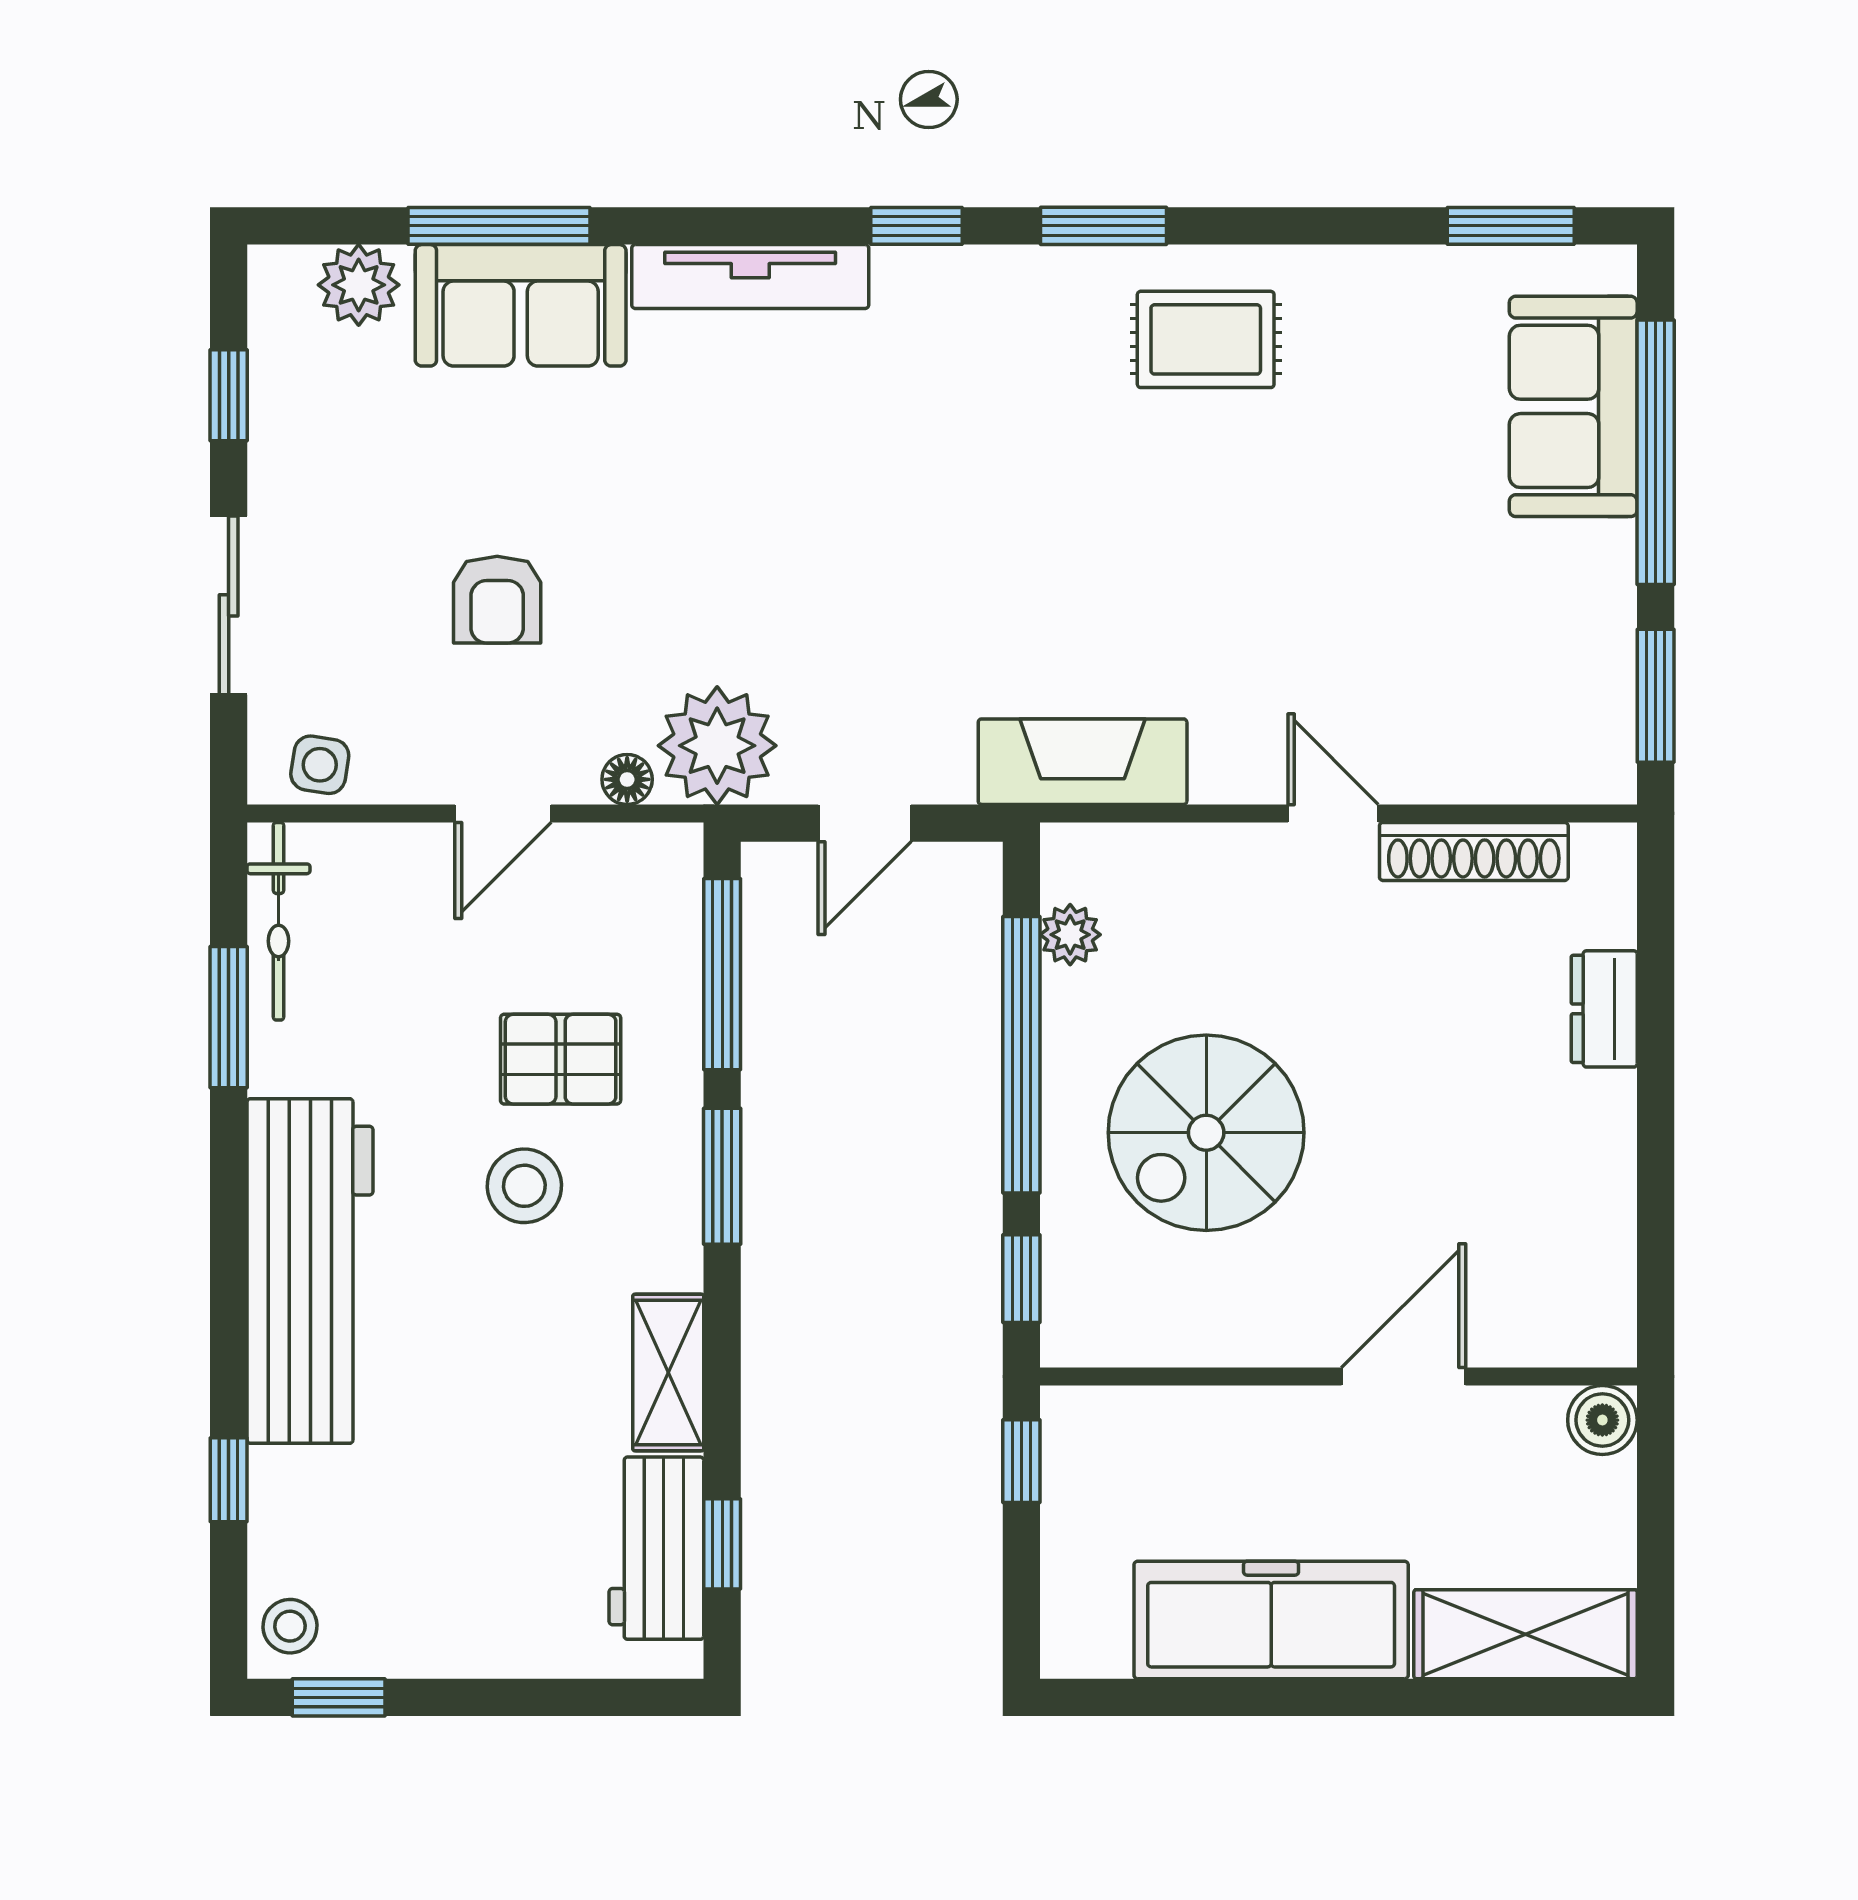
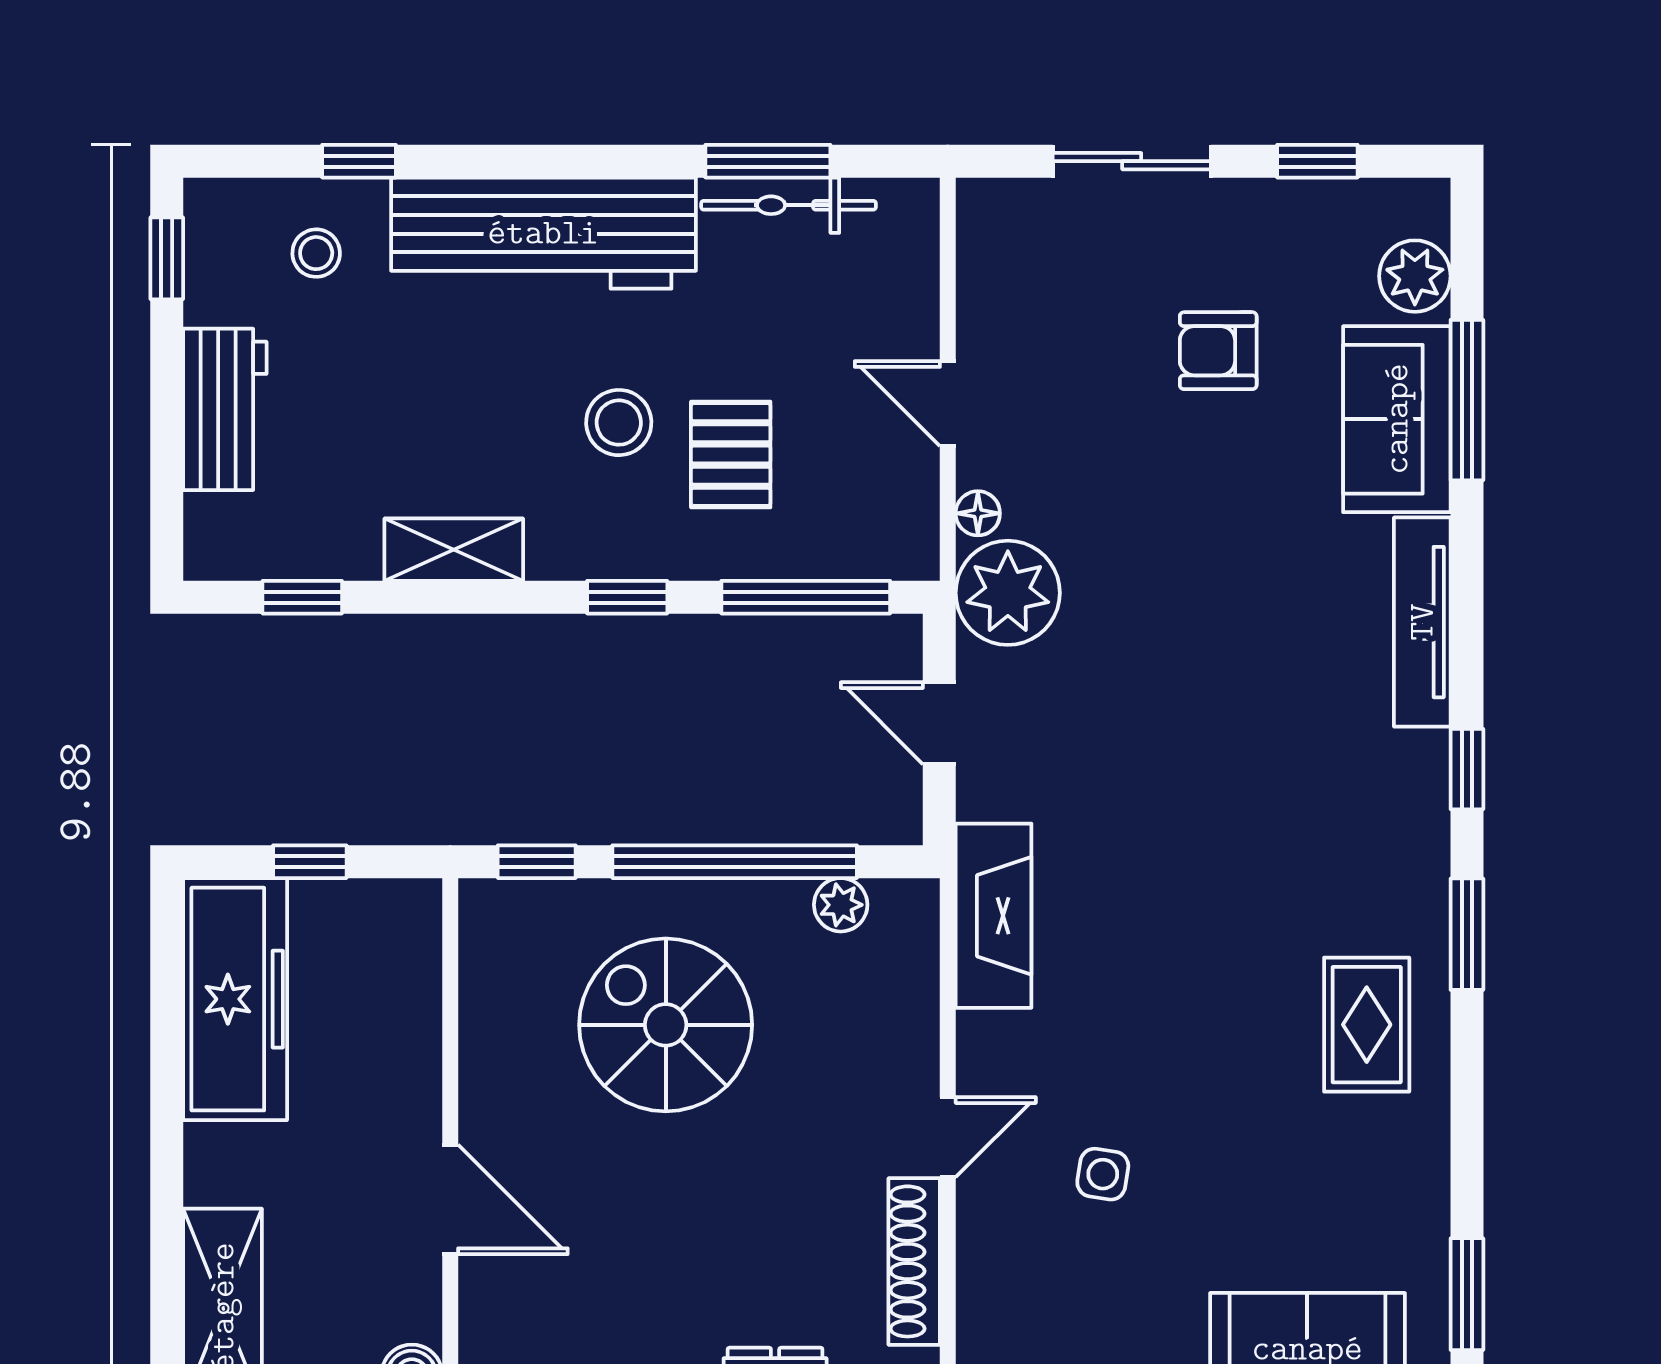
armchair: (497, 600) -> (1218, 351), moved
side table: (320, 765) -> (1103, 1174), moved
bicycle: (278, 921) -> (789, 205), moved
window: (722, 1176) -> (627, 597), width x0.67
window: (1021, 1461) -> (310, 862), moved
workbench: (656, 1548) -> (225, 409), moved, turned 90
freezer: (1271, 1620) -> (235, 999), moved
stool: (290, 1626) -> (316, 253), moved

